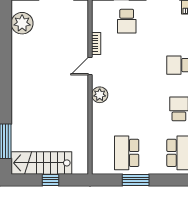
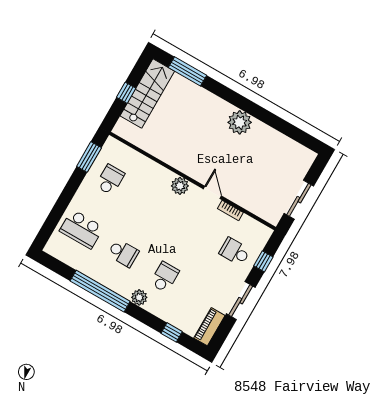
plant: (22, 23) -> (240, 122), moved
school desk: (127, 153) -> (110, 180), width x0.54
window: (136, 180) -> (89, 157), moved

